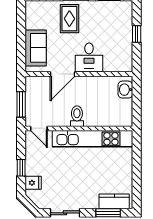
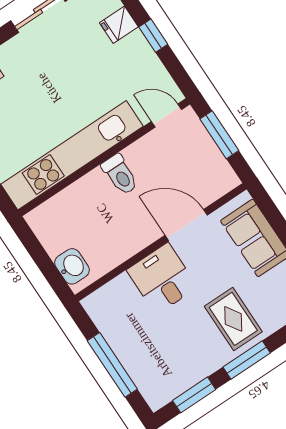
window: (137, 34) -> (112, 365), width x2.17
door: (63, 74) -> (186, 225), hinge flipped

